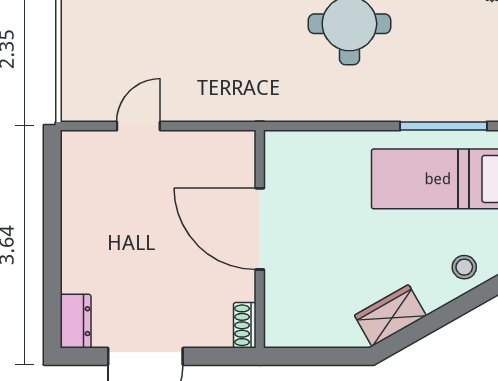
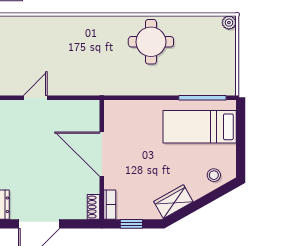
bookcase: (274, 321) -> (110, 205), added
window: (314, 356) -> (131, 224), added

